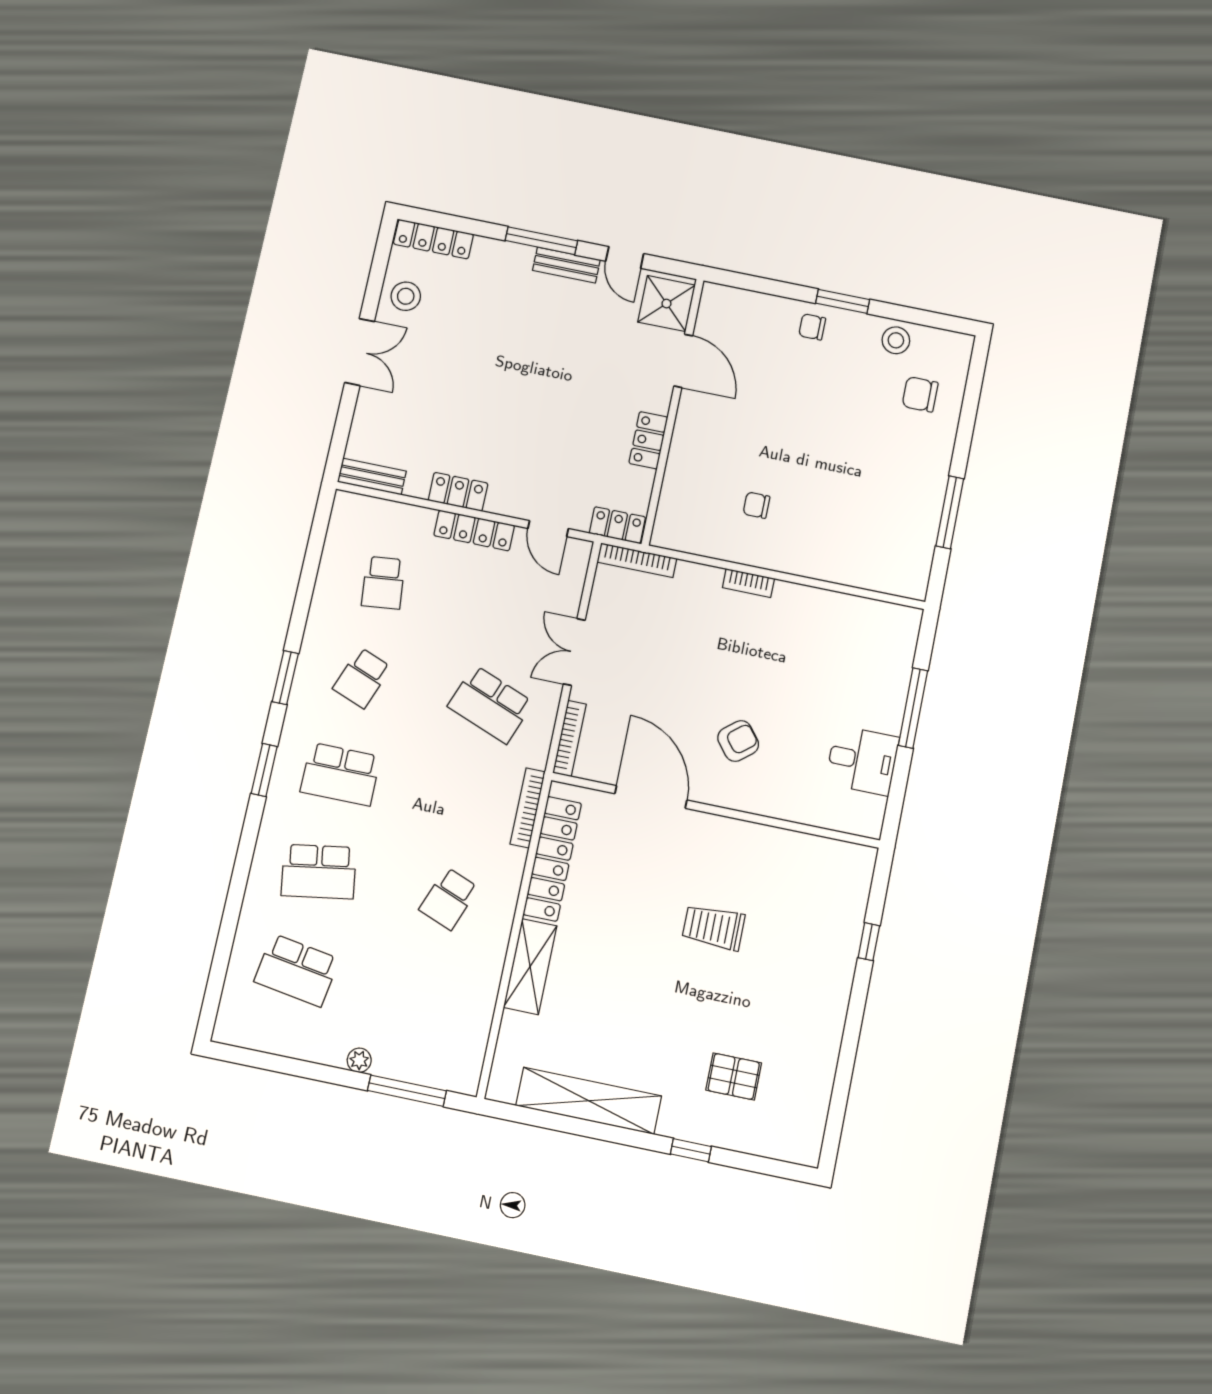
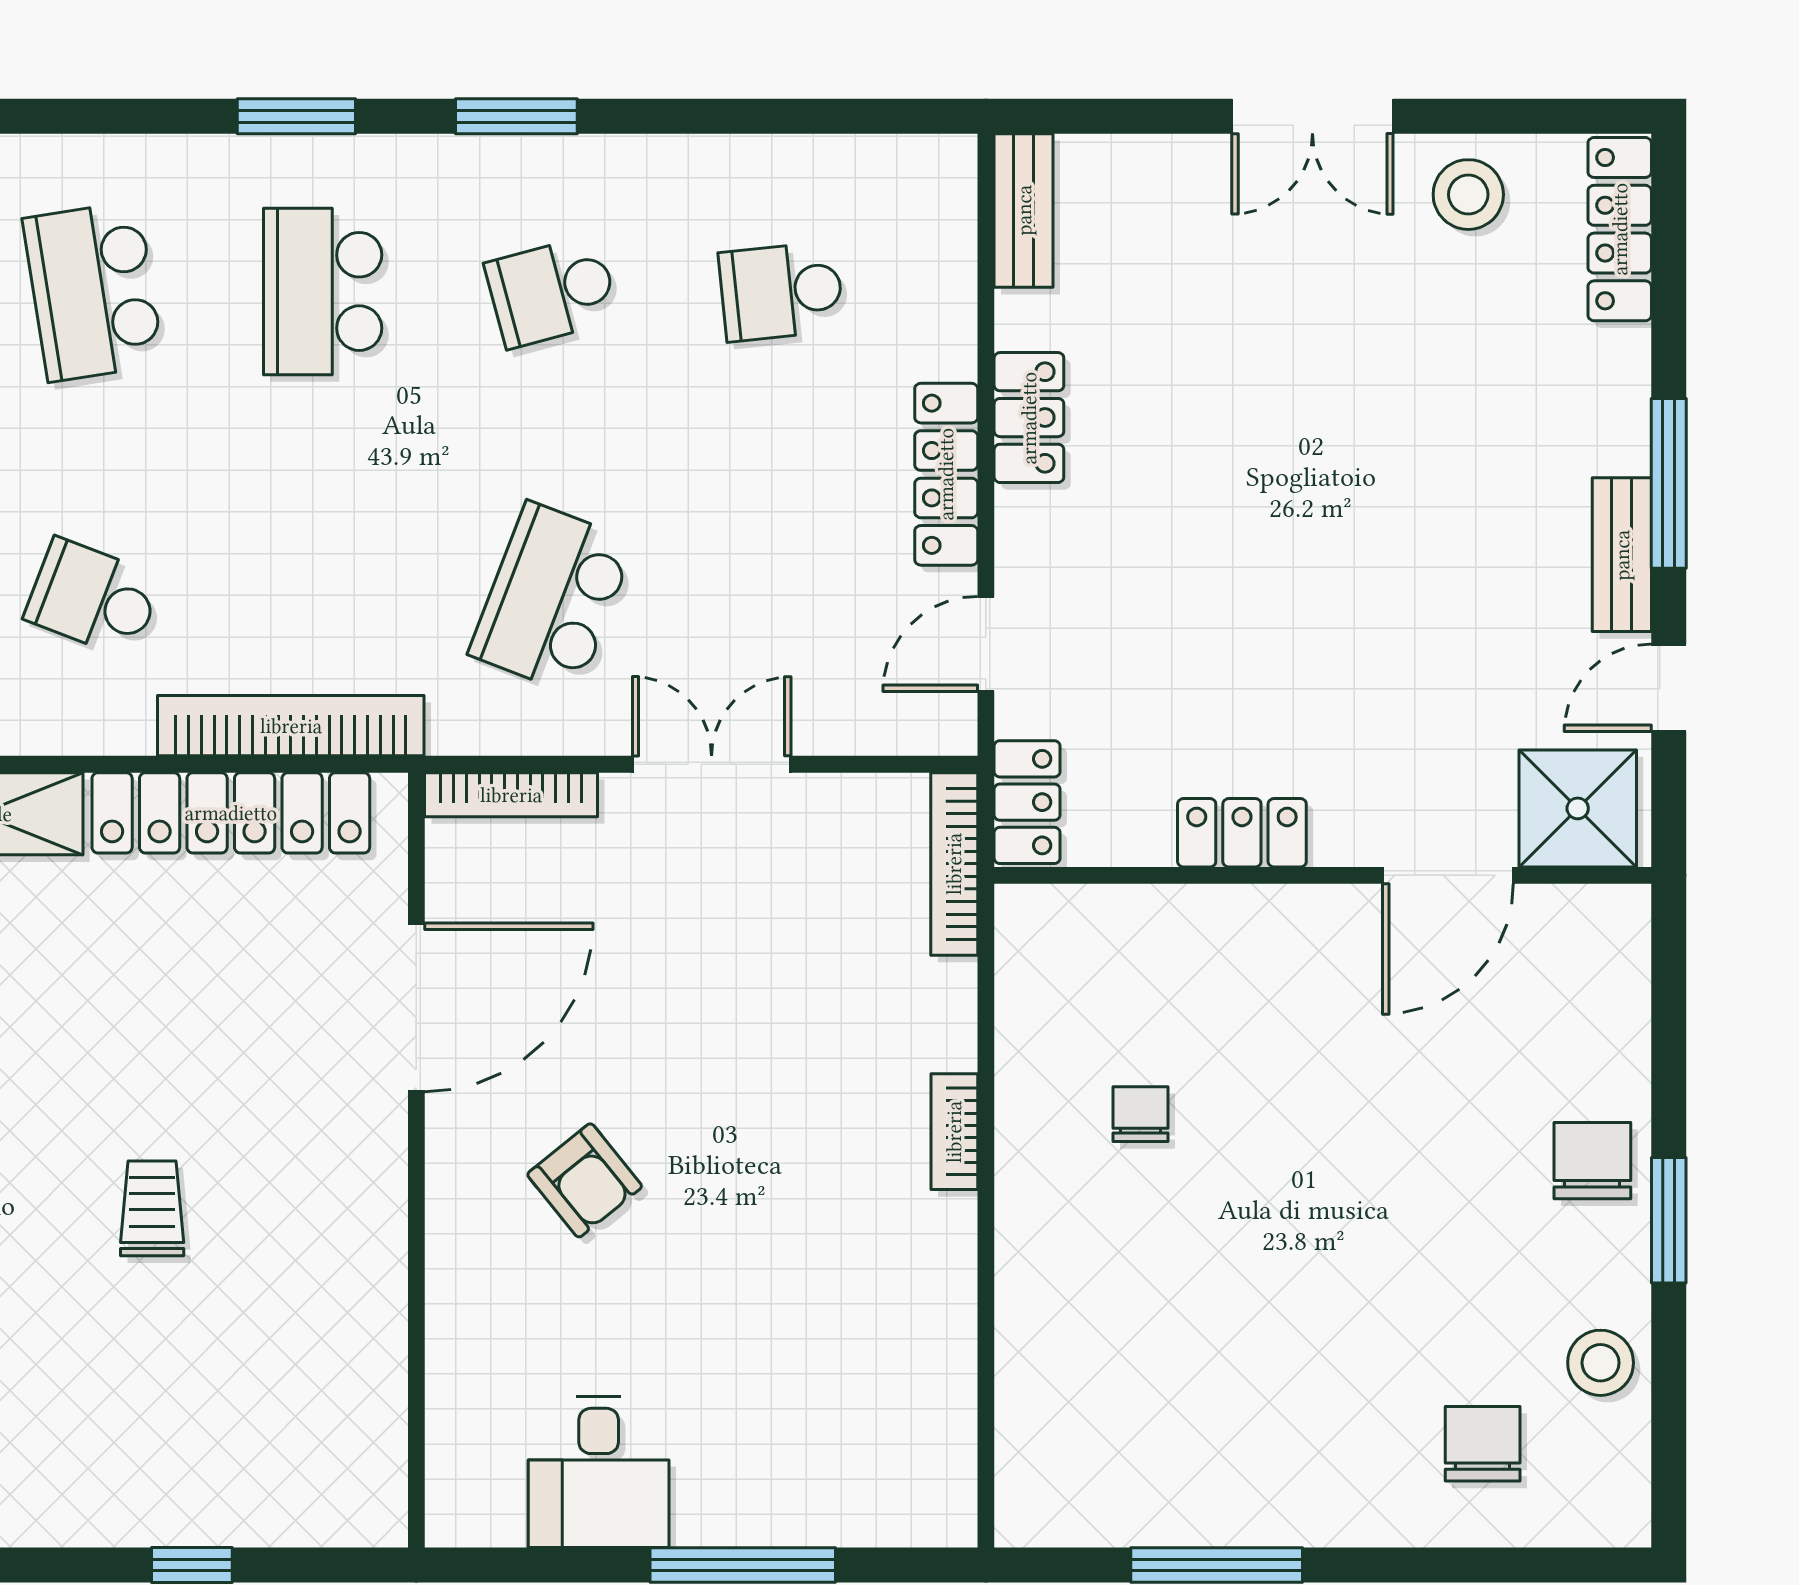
chair: (812, 327) -> (1592, 1161), width x1.37, depth x1.37
school desk: (362, 678) -> (552, 291), turned -36
bookcase: (528, 808) -> (291, 726), width x1.48, depth x1.31
trolley: (713, 927) -> (152, 1208), width x0.73, depth x0.72

